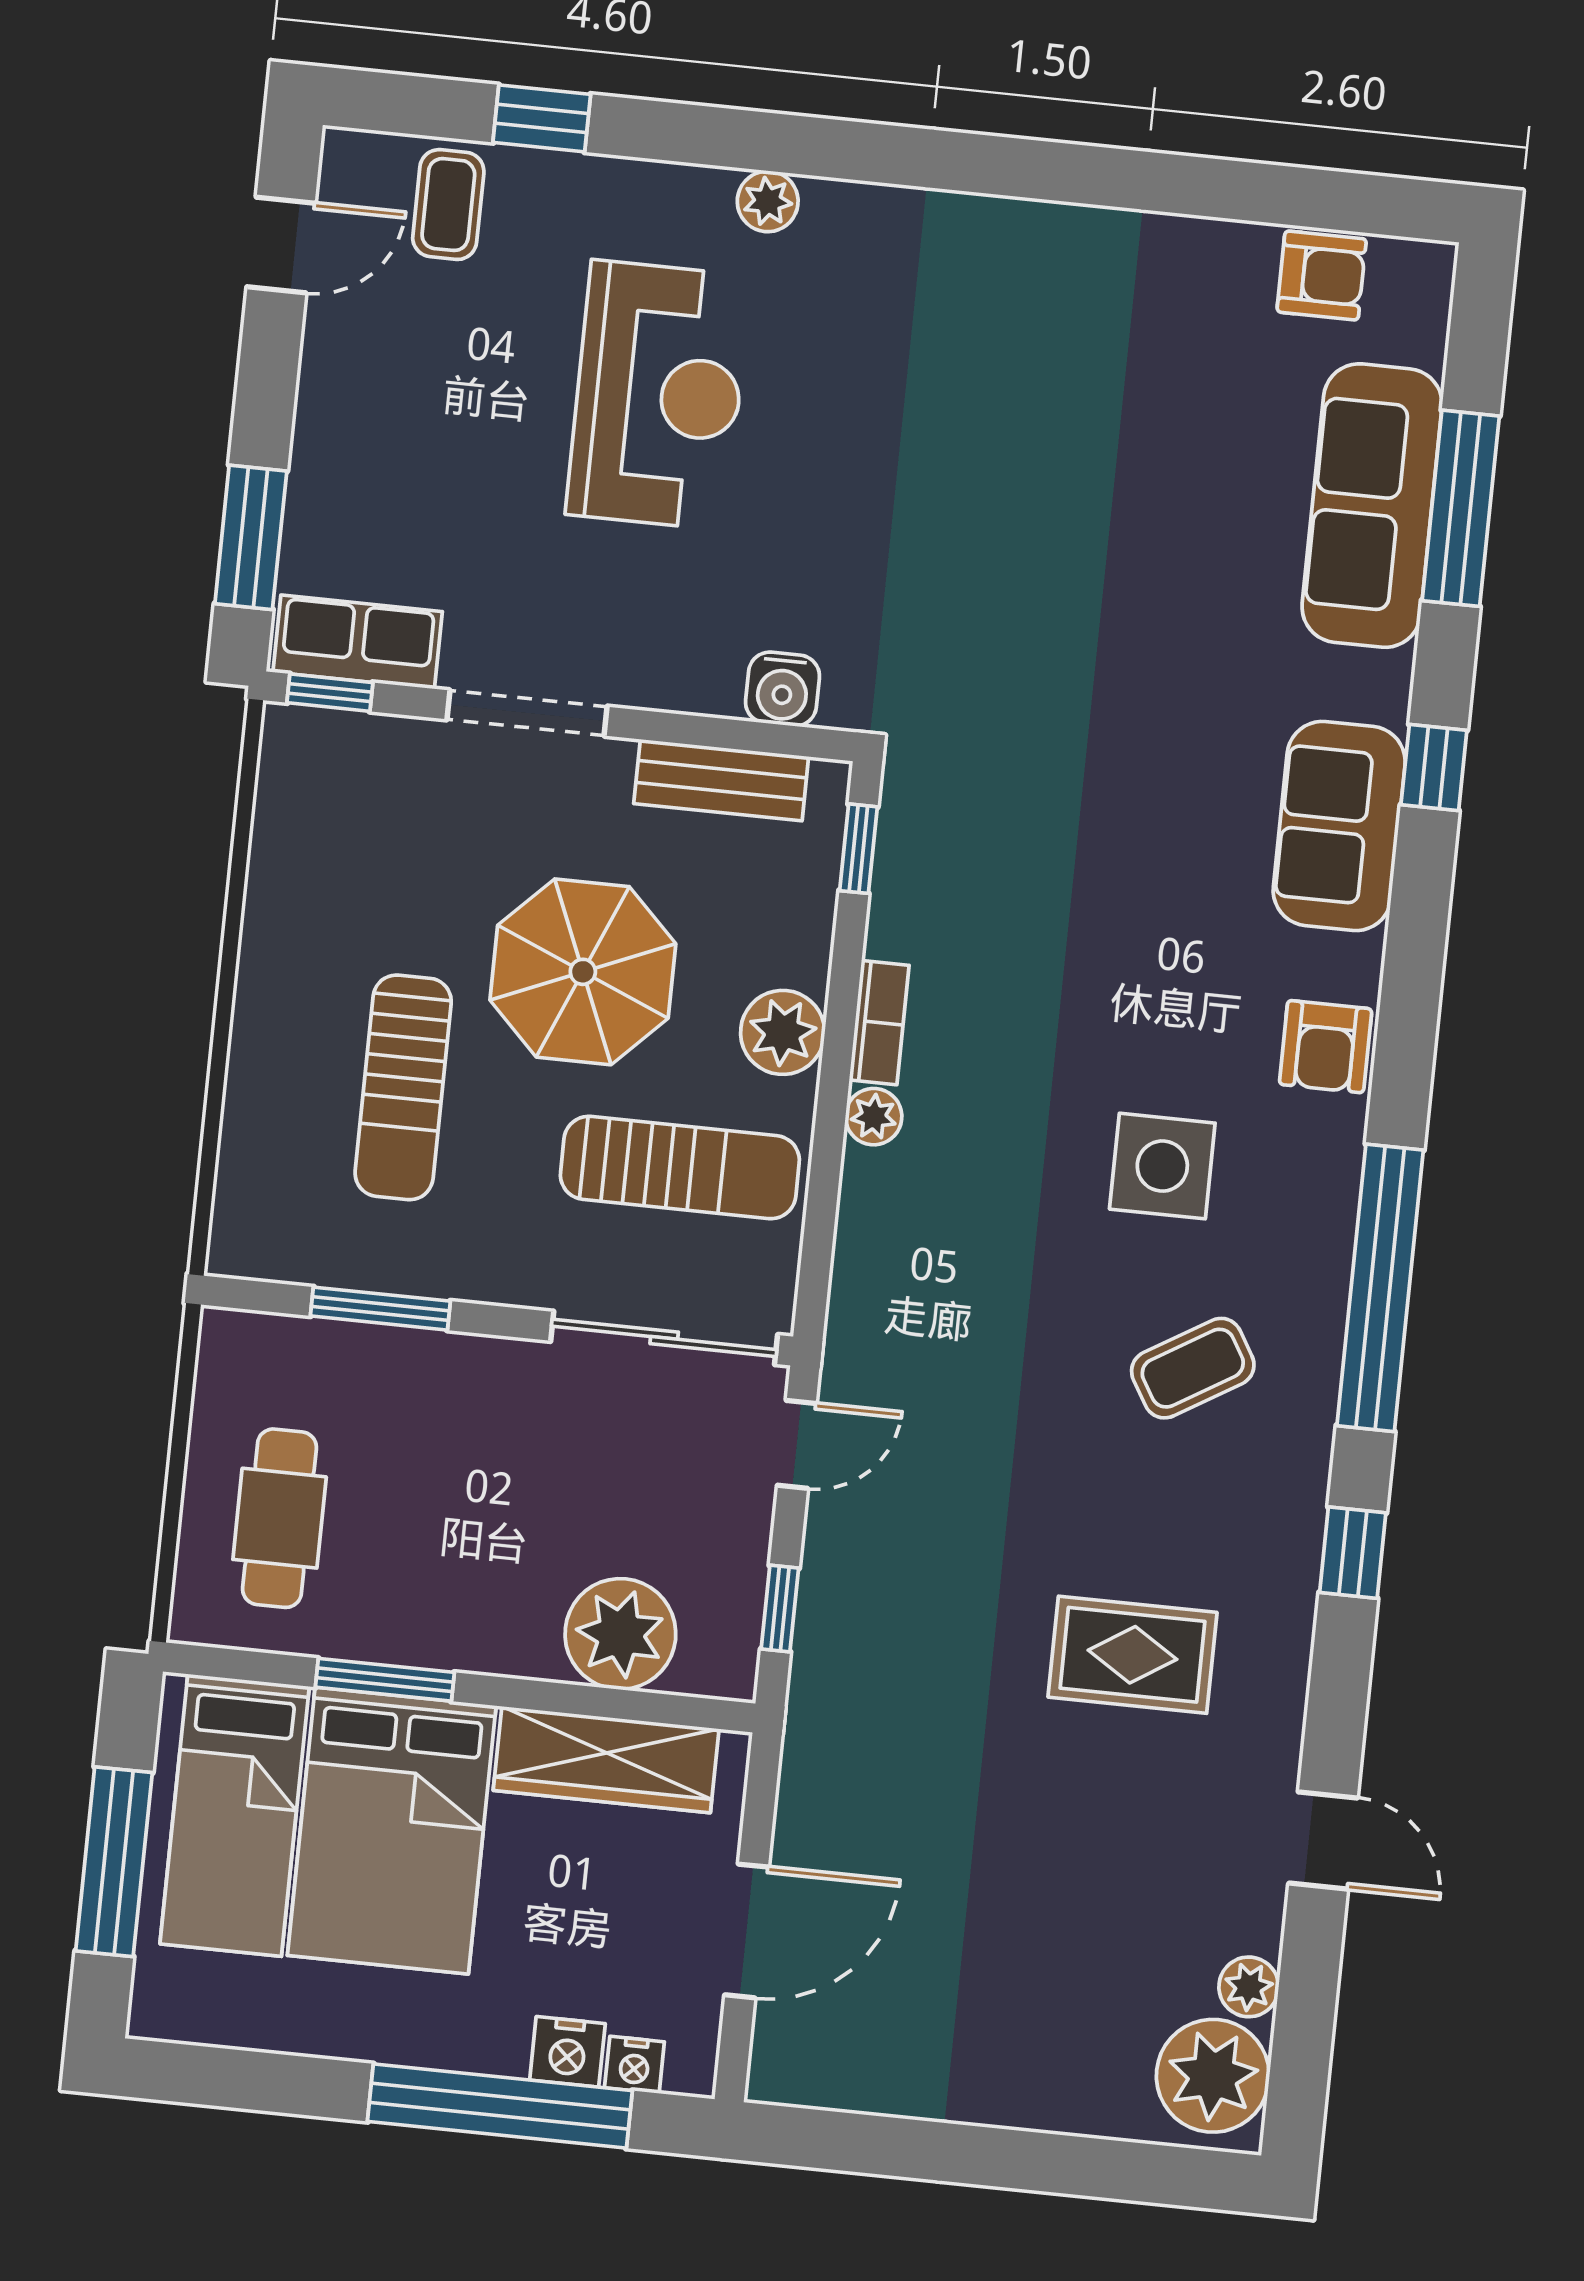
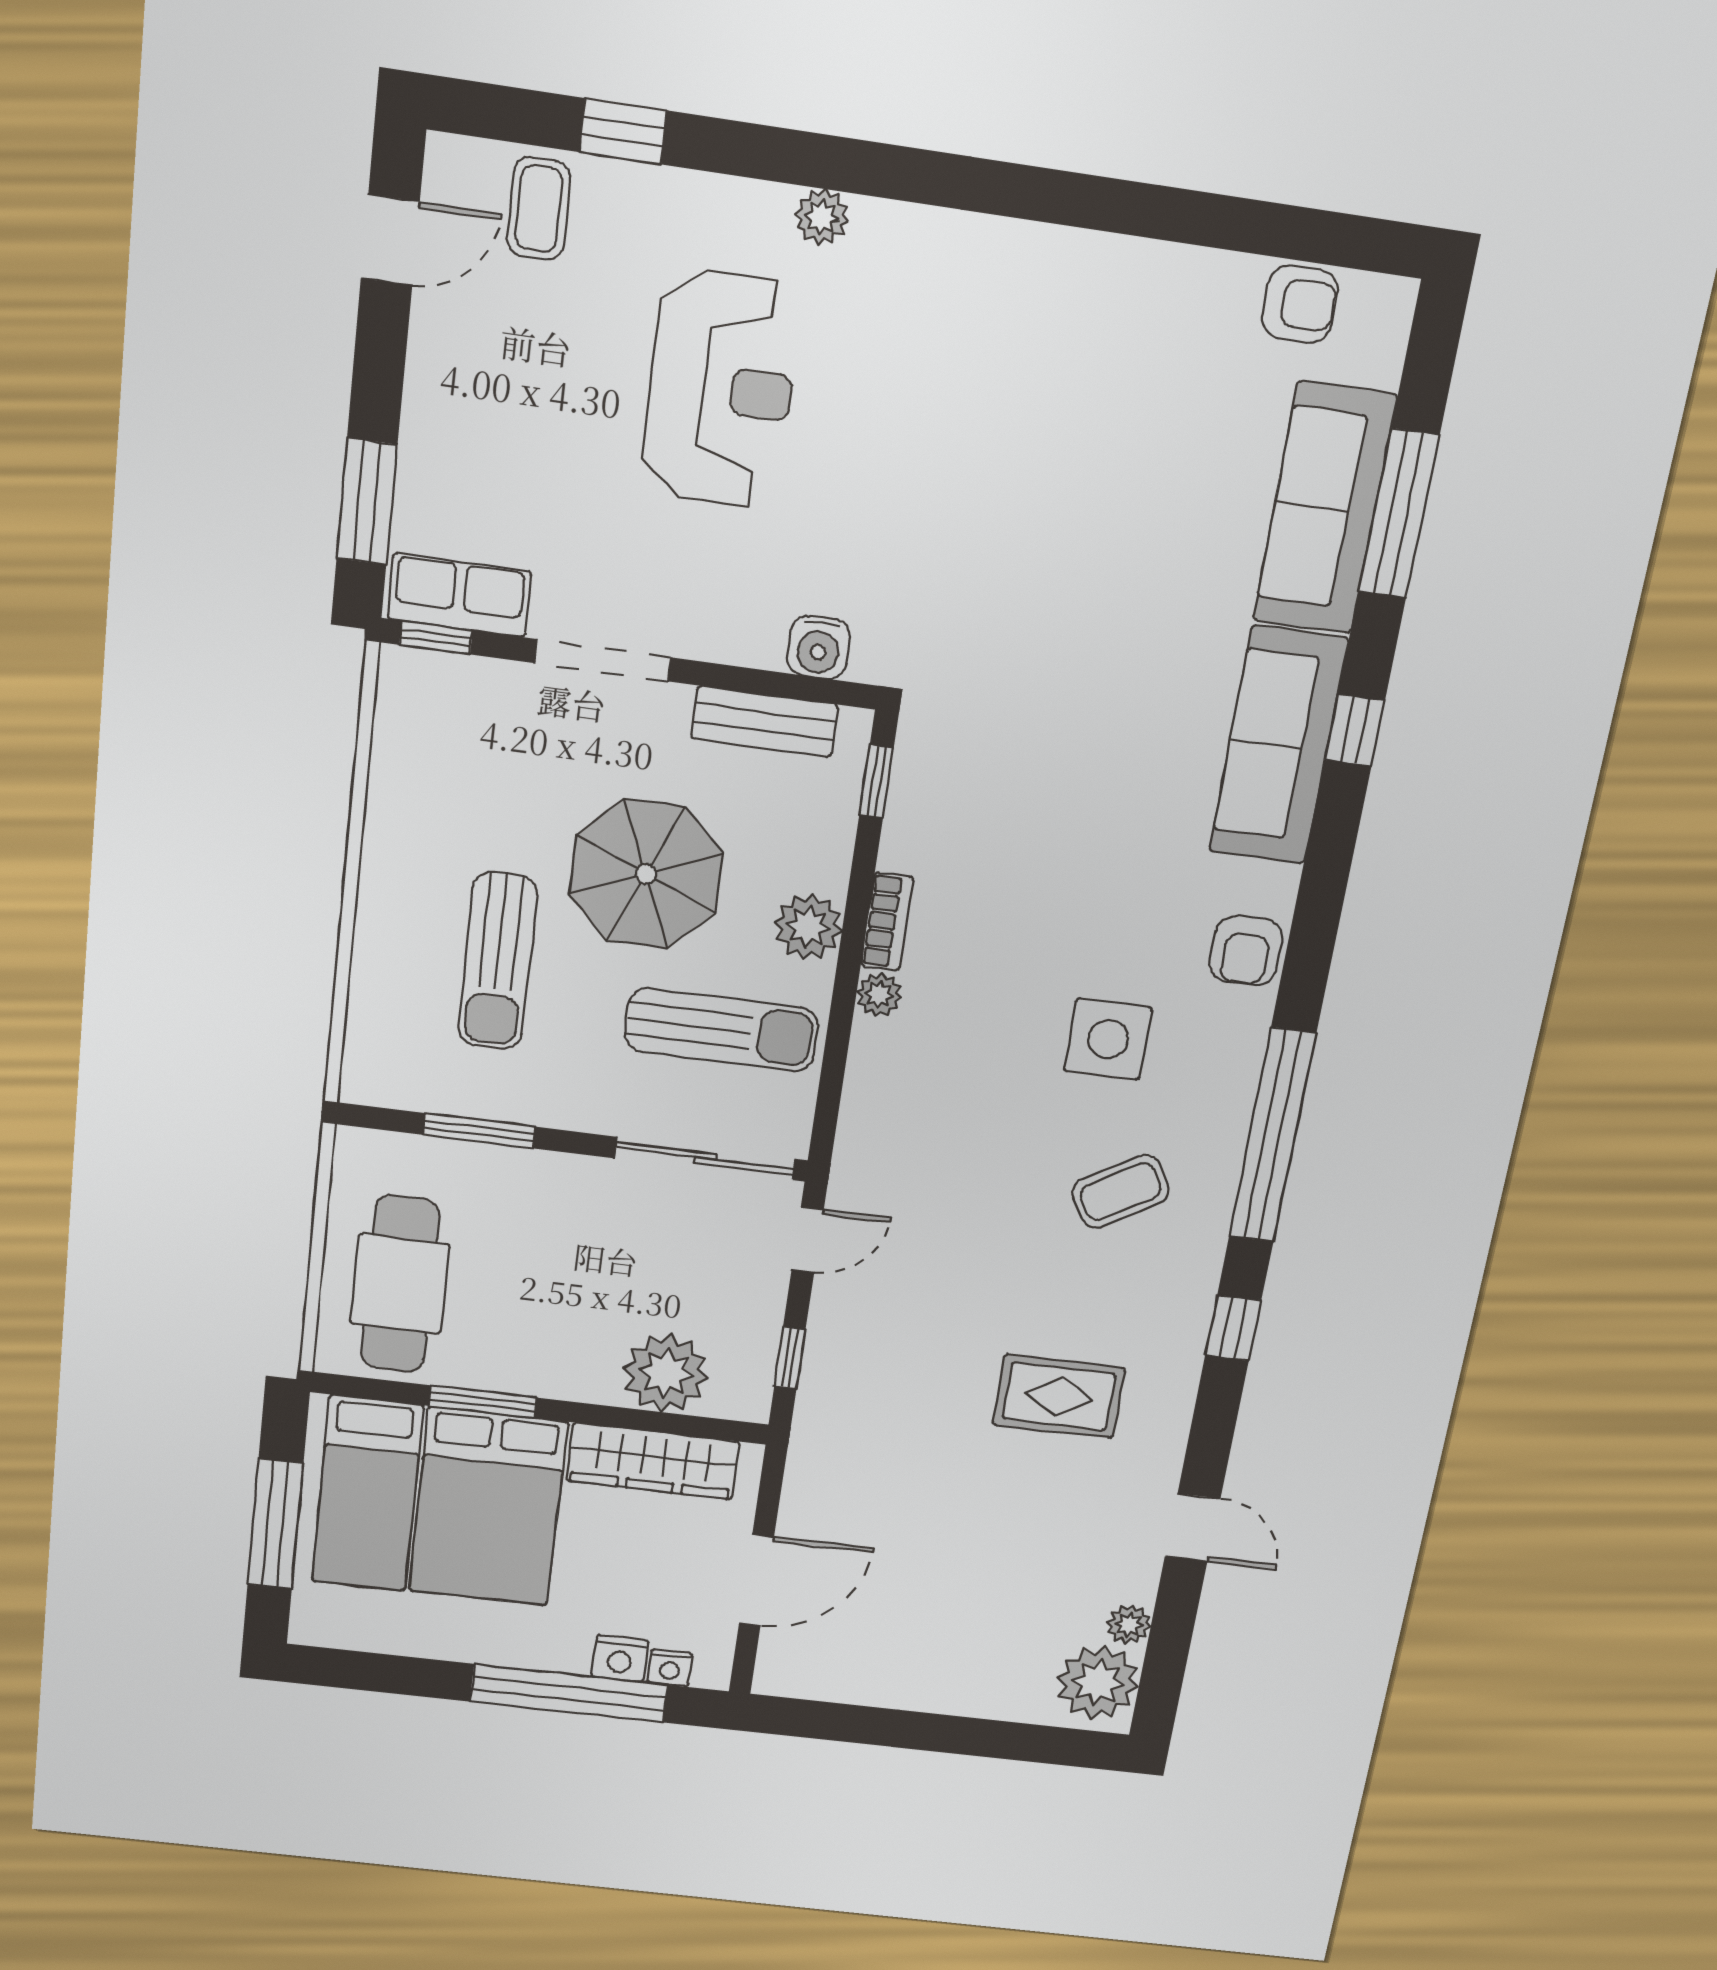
sofa: (1339, 826) -> (1278, 746), width x1.36
cafe table: (280, 1518) -> (400, 1284), width x1.37, depth x1.35

